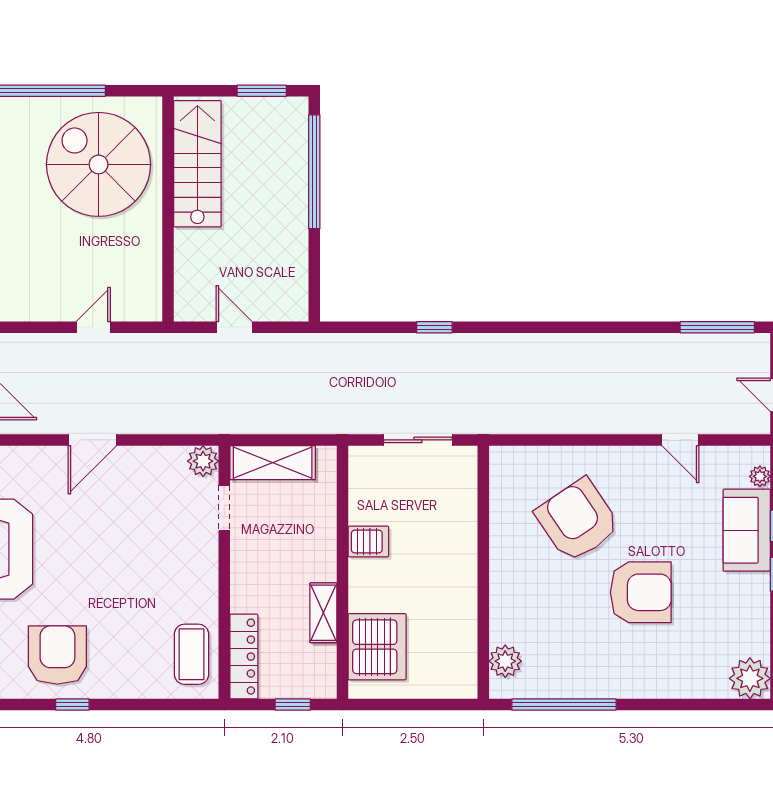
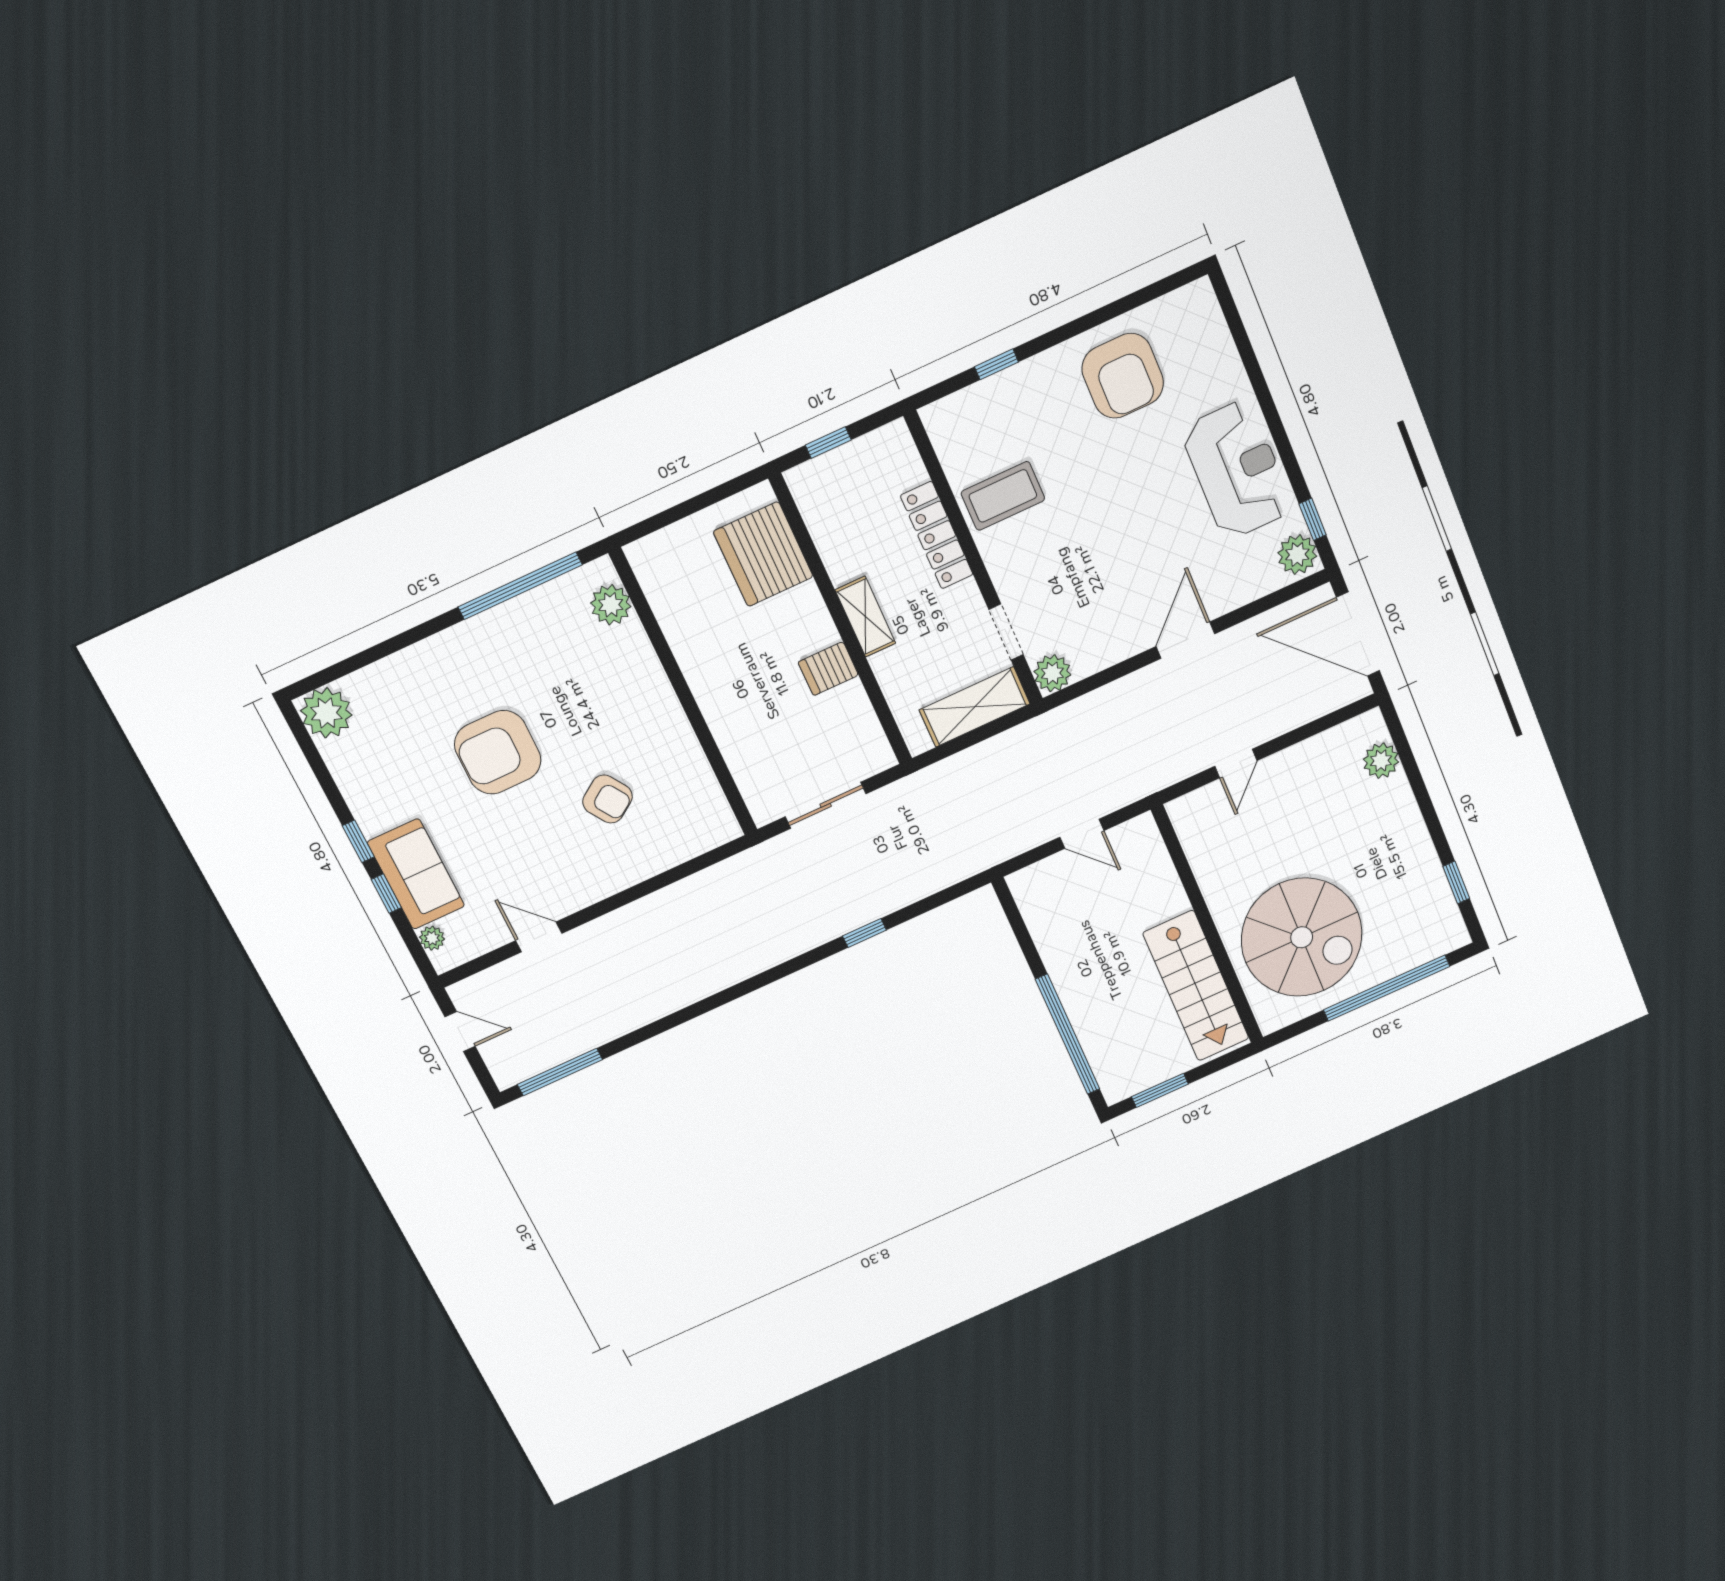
armchair: (578, 520) -> (607, 799), width x0.53, depth x0.53
shelving: (323, 613) -> (865, 617), moved
coffee table: (192, 654) -> (1003, 496), moved, turned 90
locker: (244, 657) -> (937, 535), moved
window: (72, 705) -> (996, 364), moved

